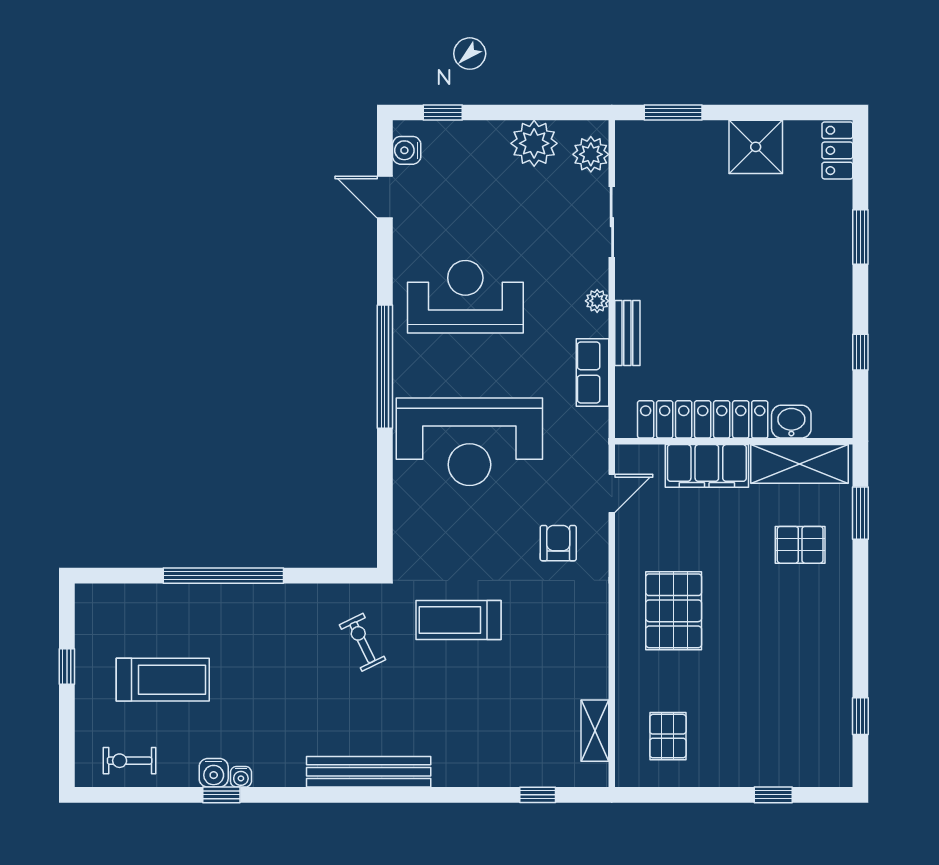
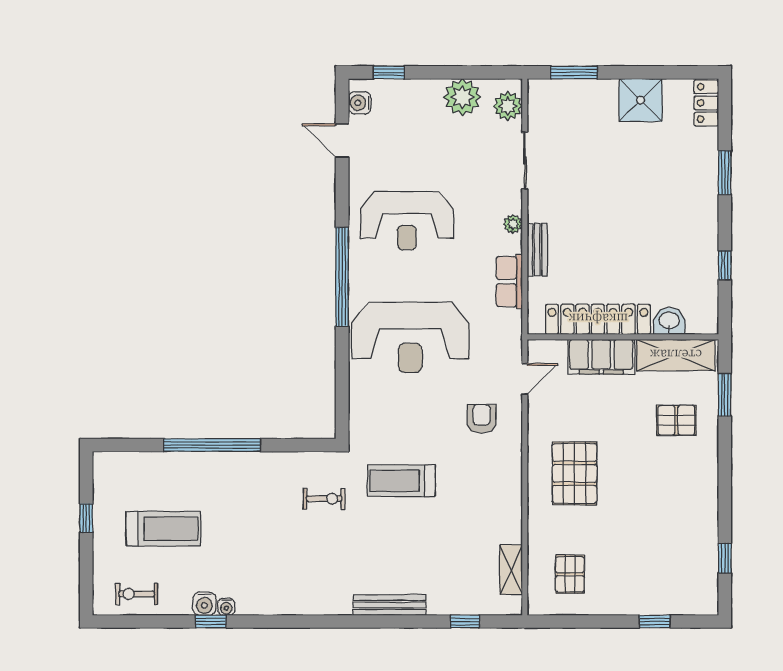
reception desk: (465, 297) -> (407, 221), turned 180
exercise bike: (363, 642) -> (324, 499), turned 116
bench: (369, 772) -> (389, 605), moved, width x0.73, depth x0.82

